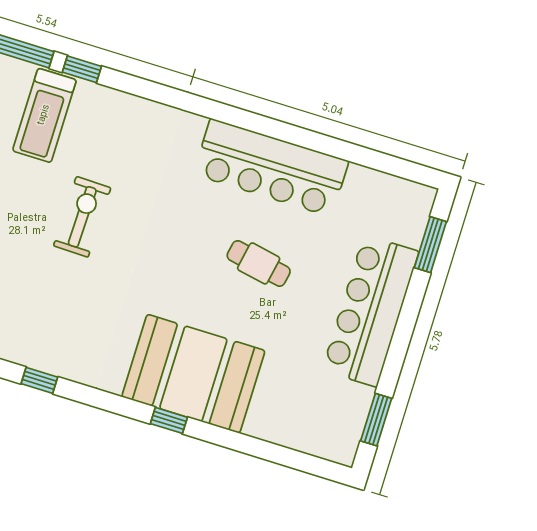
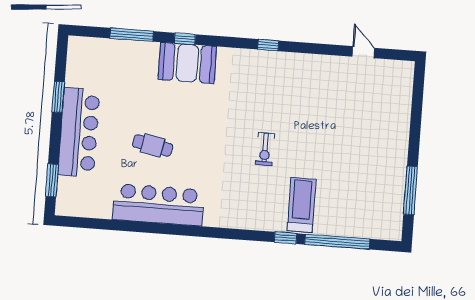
exercise bike: (82, 217) -> (265, 149), width x0.73, depth x0.72
booth: (193, 374) -> (187, 63), width x0.73, depth x0.70
window: (376, 420) -> (58, 97), moved
window: (252, 446) -> (132, 35), added

